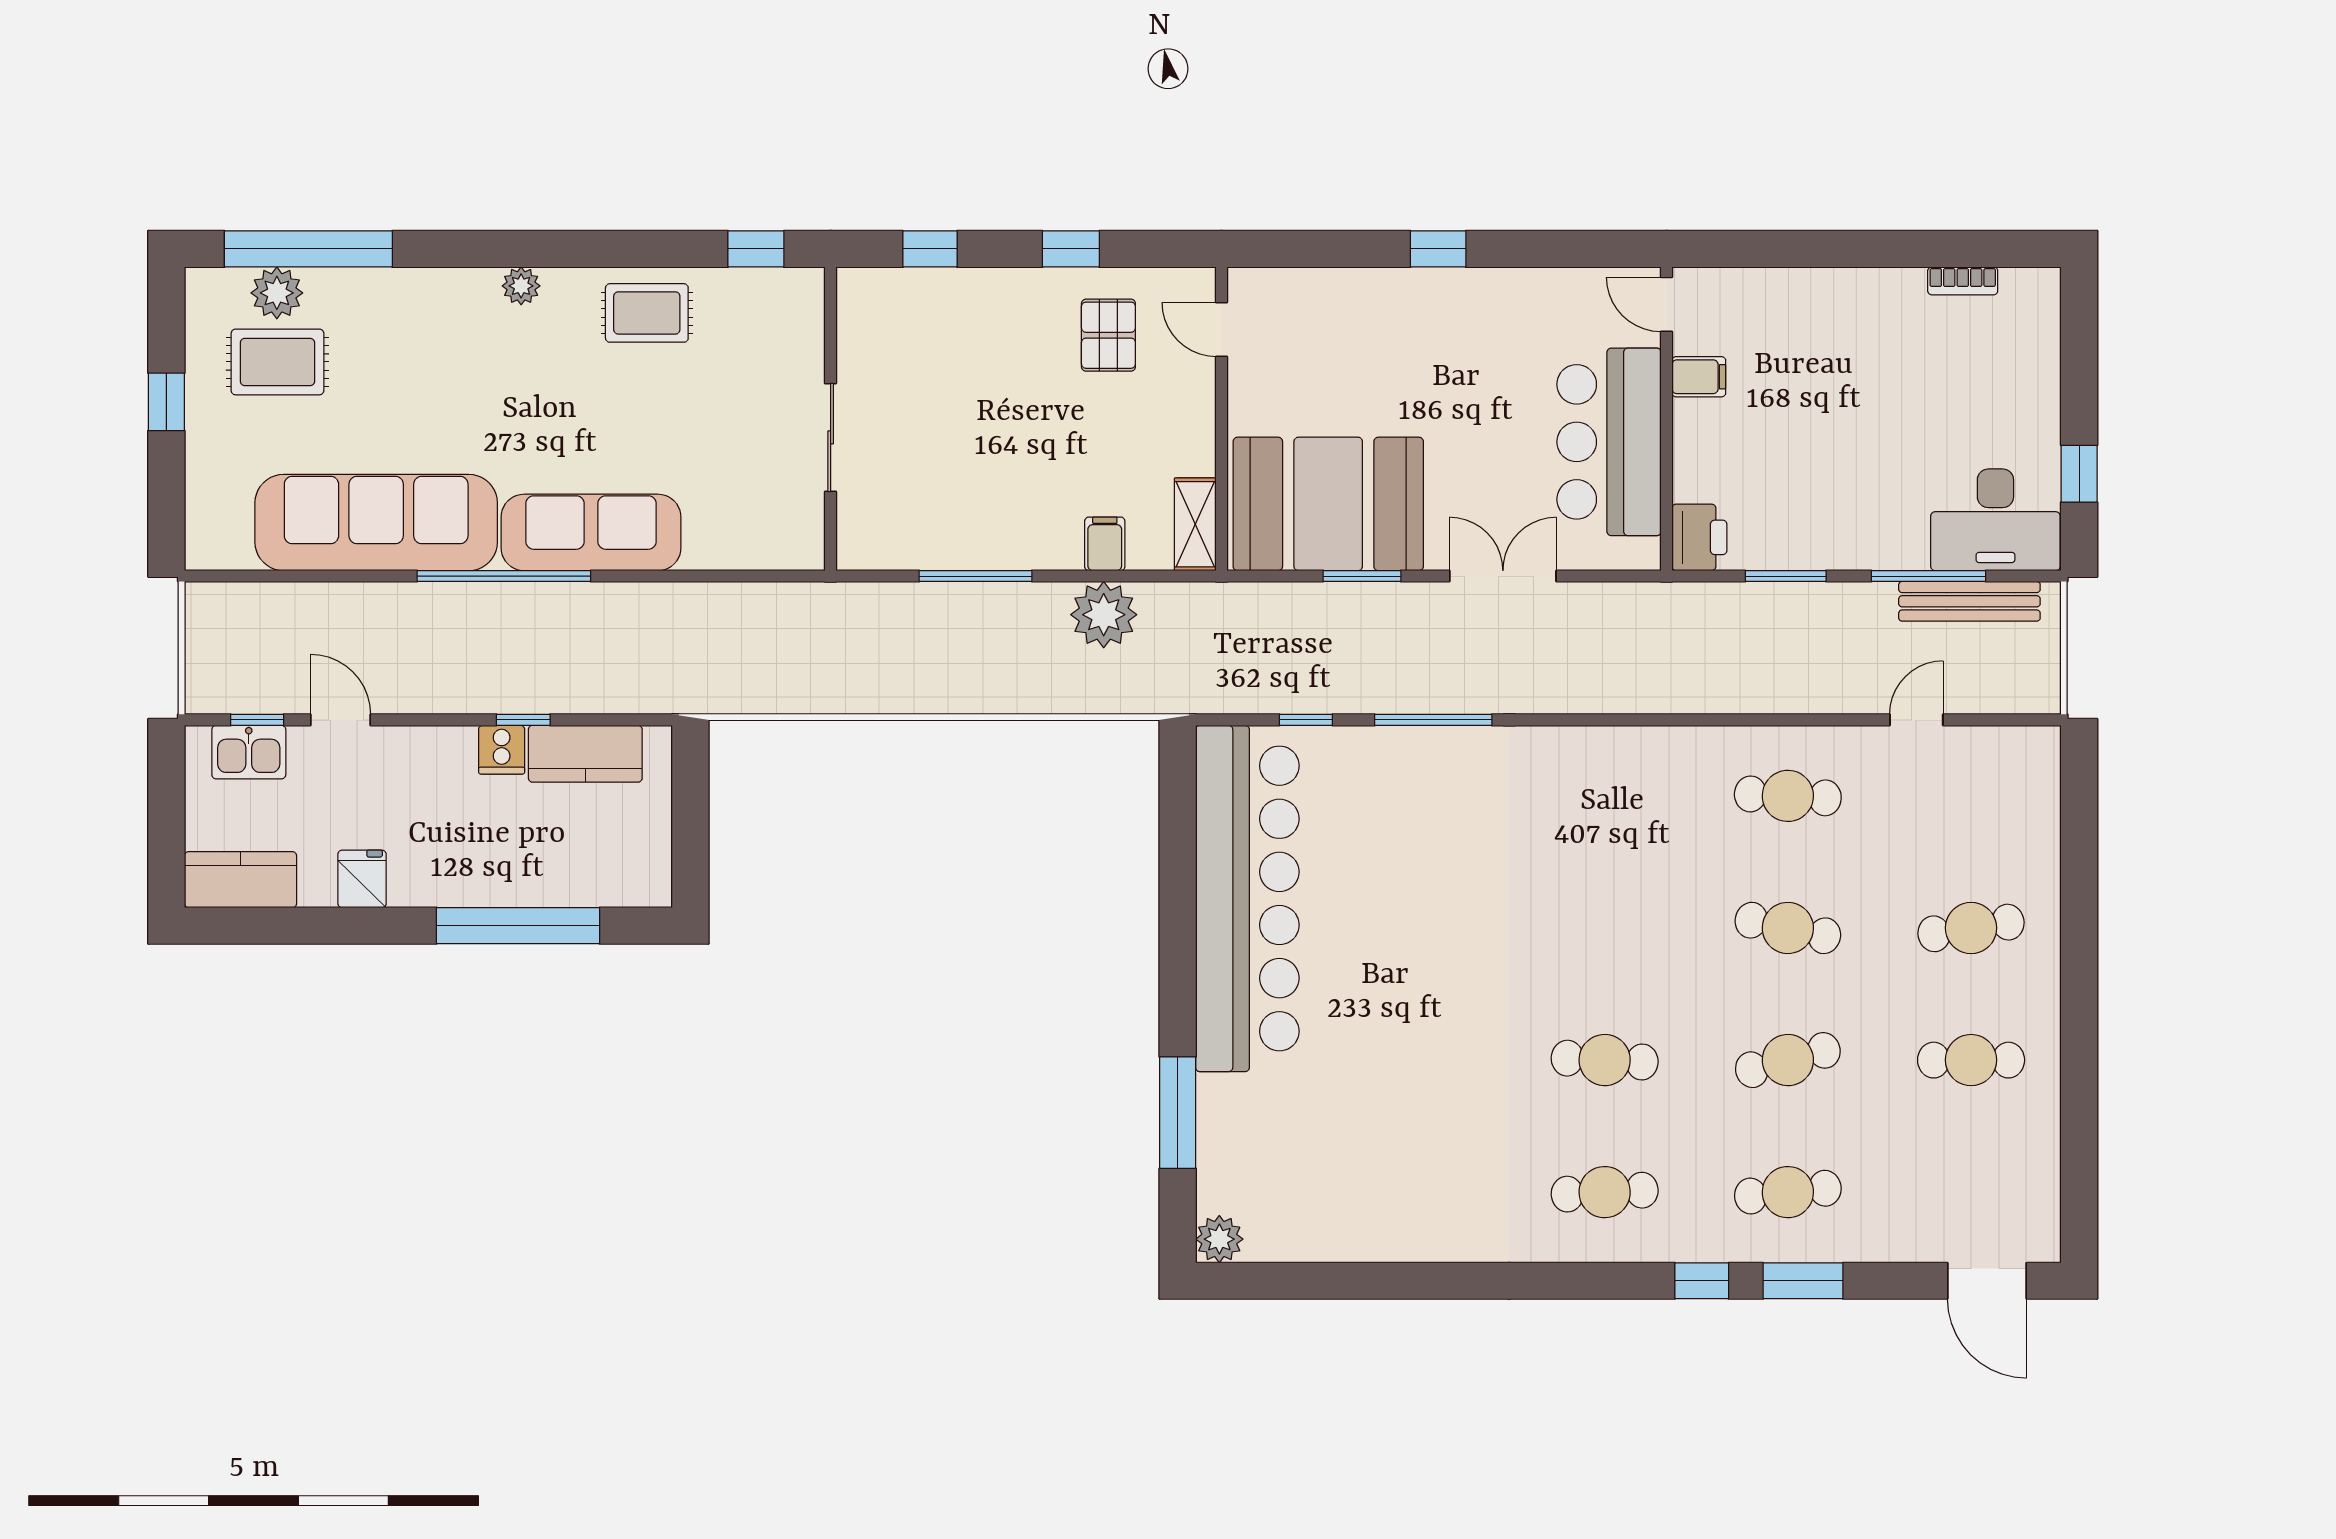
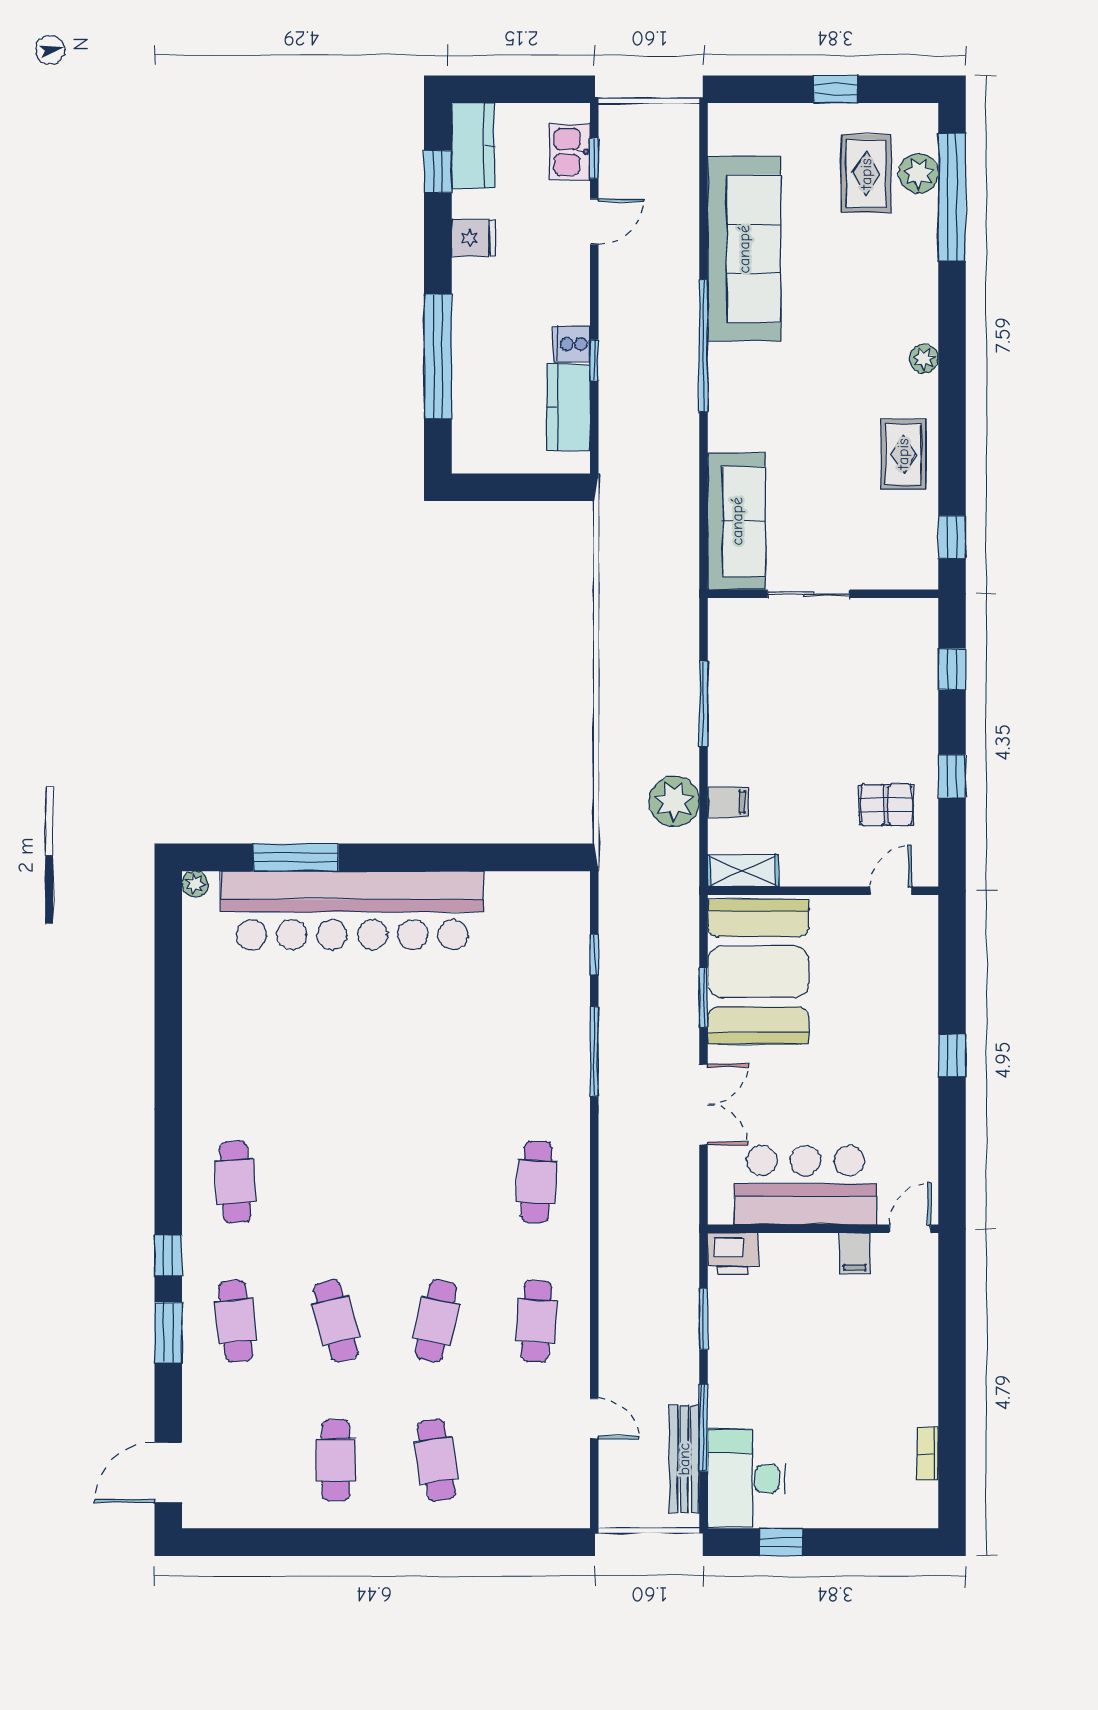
sofa: (591, 532) -> (737, 521), moved
bar counter: (1247, 898) -> (352, 910), moved
window: (275, 926) -> (438, 172), added
cafe table: (1605, 1060) -> (536, 1182), moved
plant: (1219, 1239) -> (195, 884), width x0.73, depth x0.73

